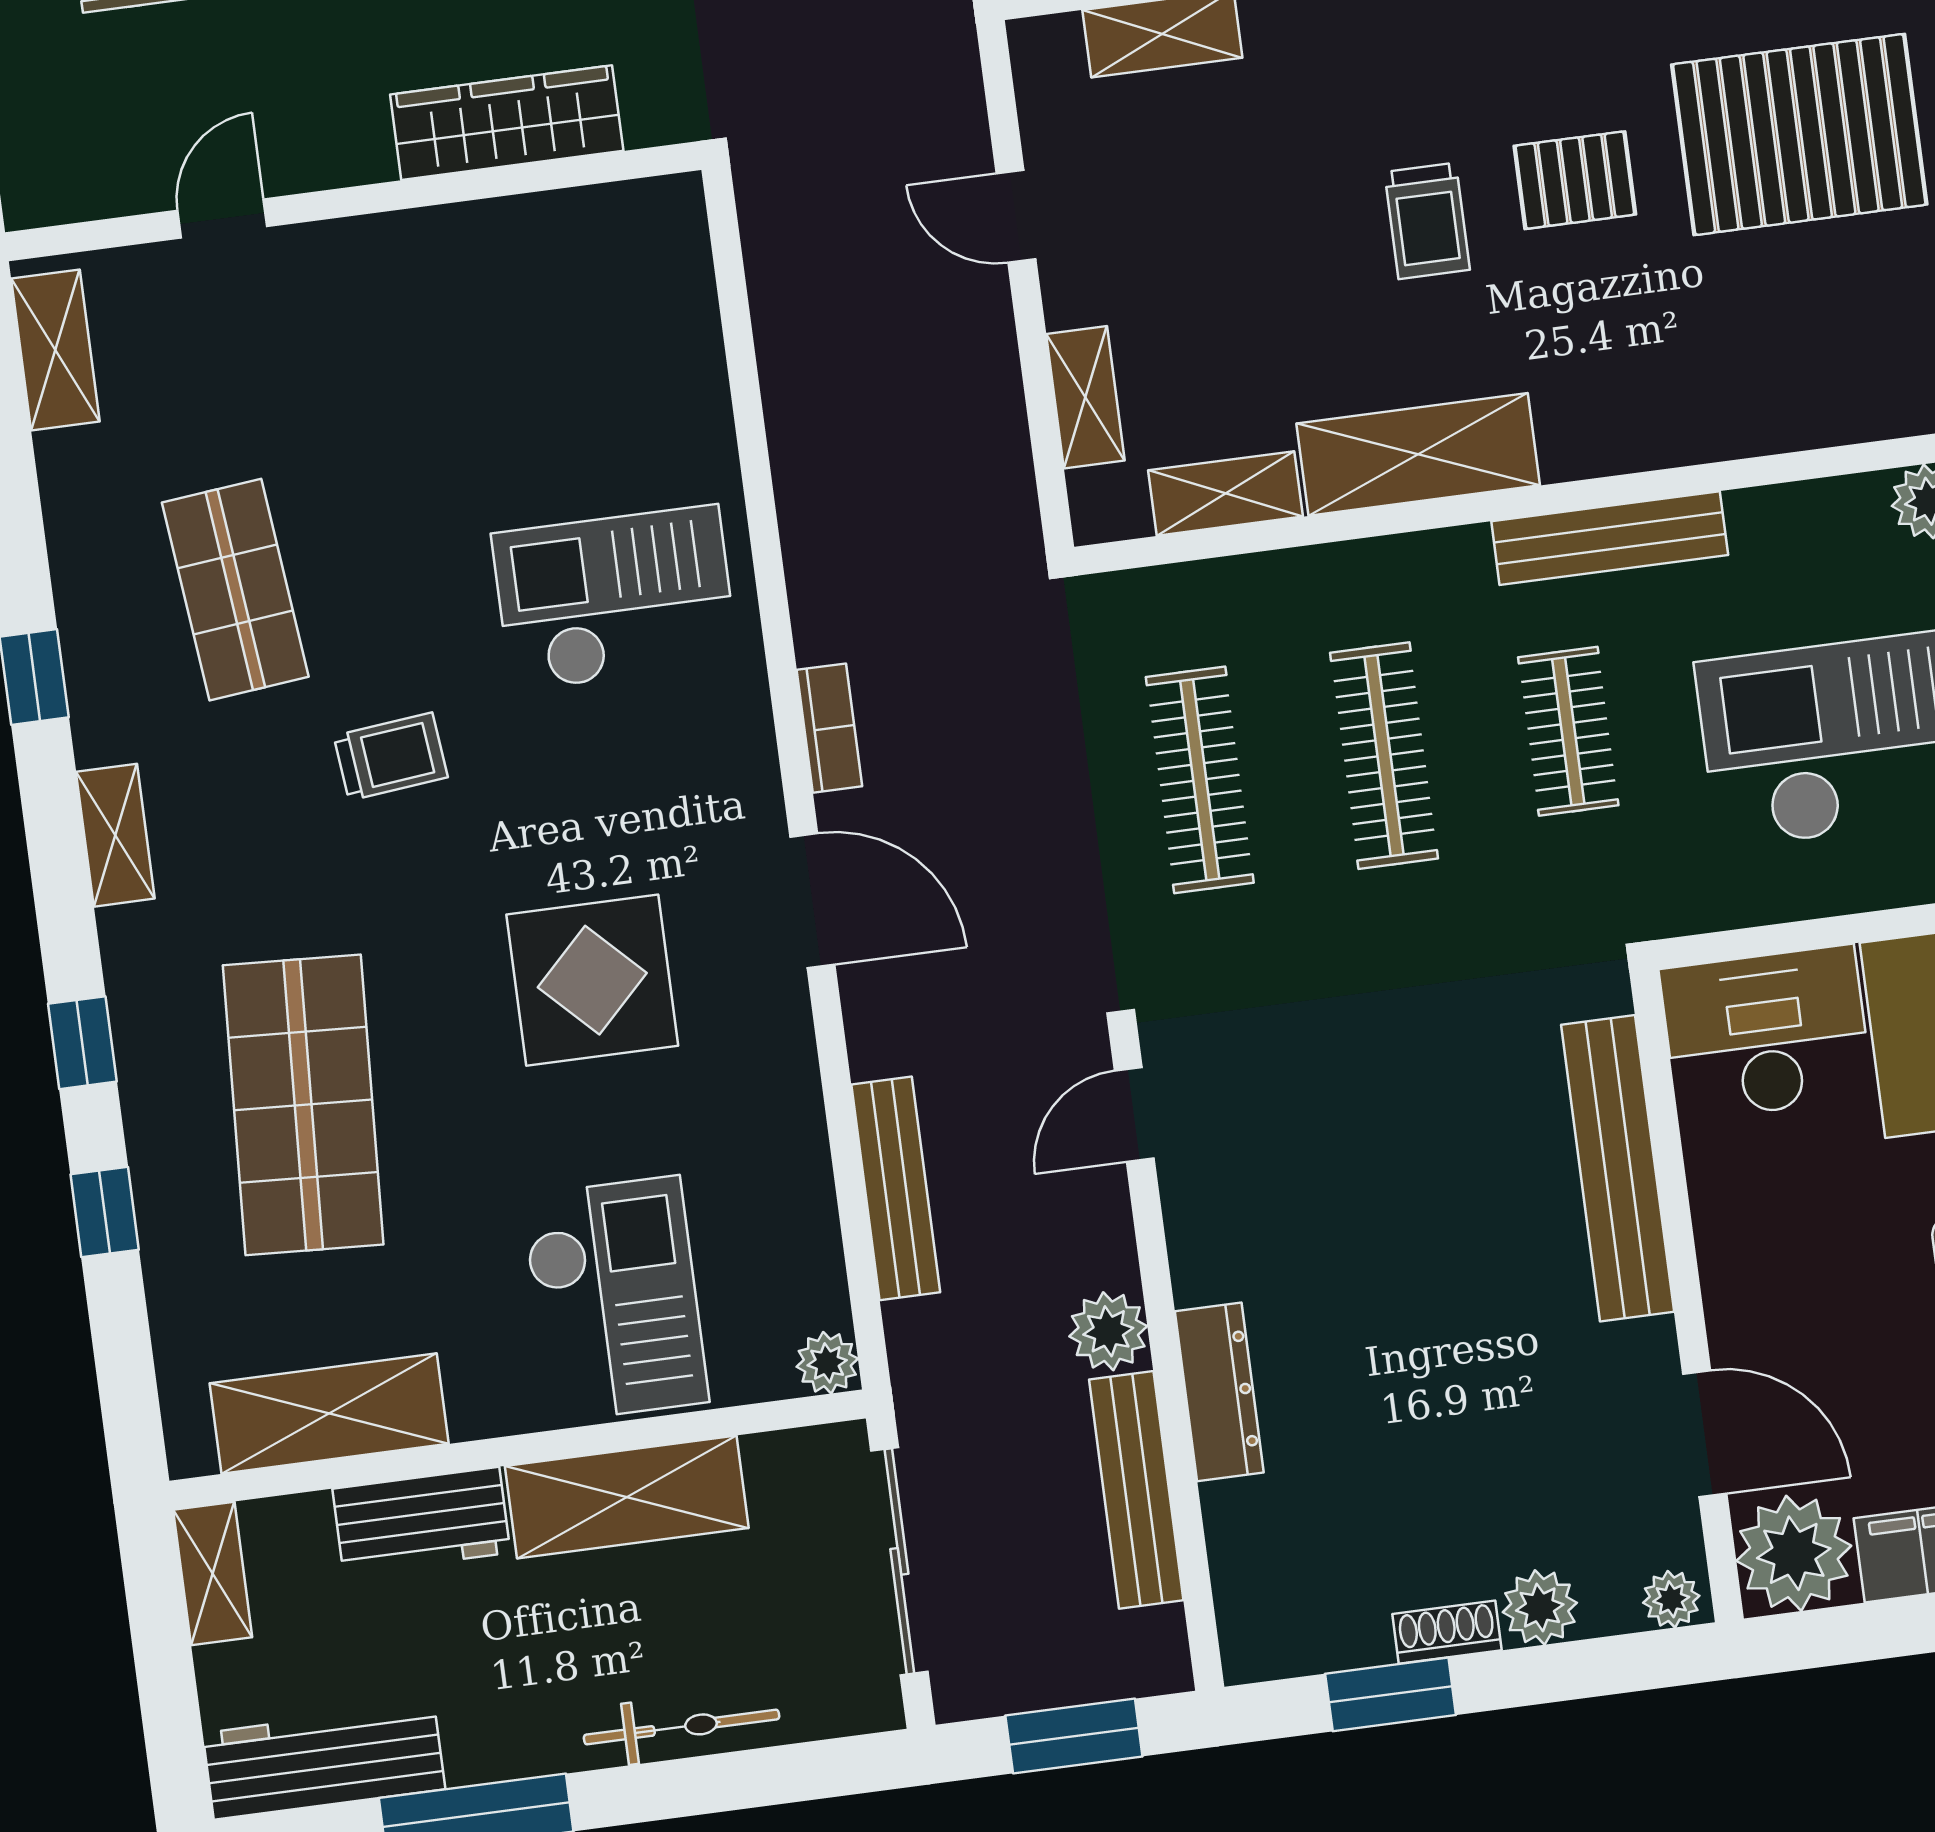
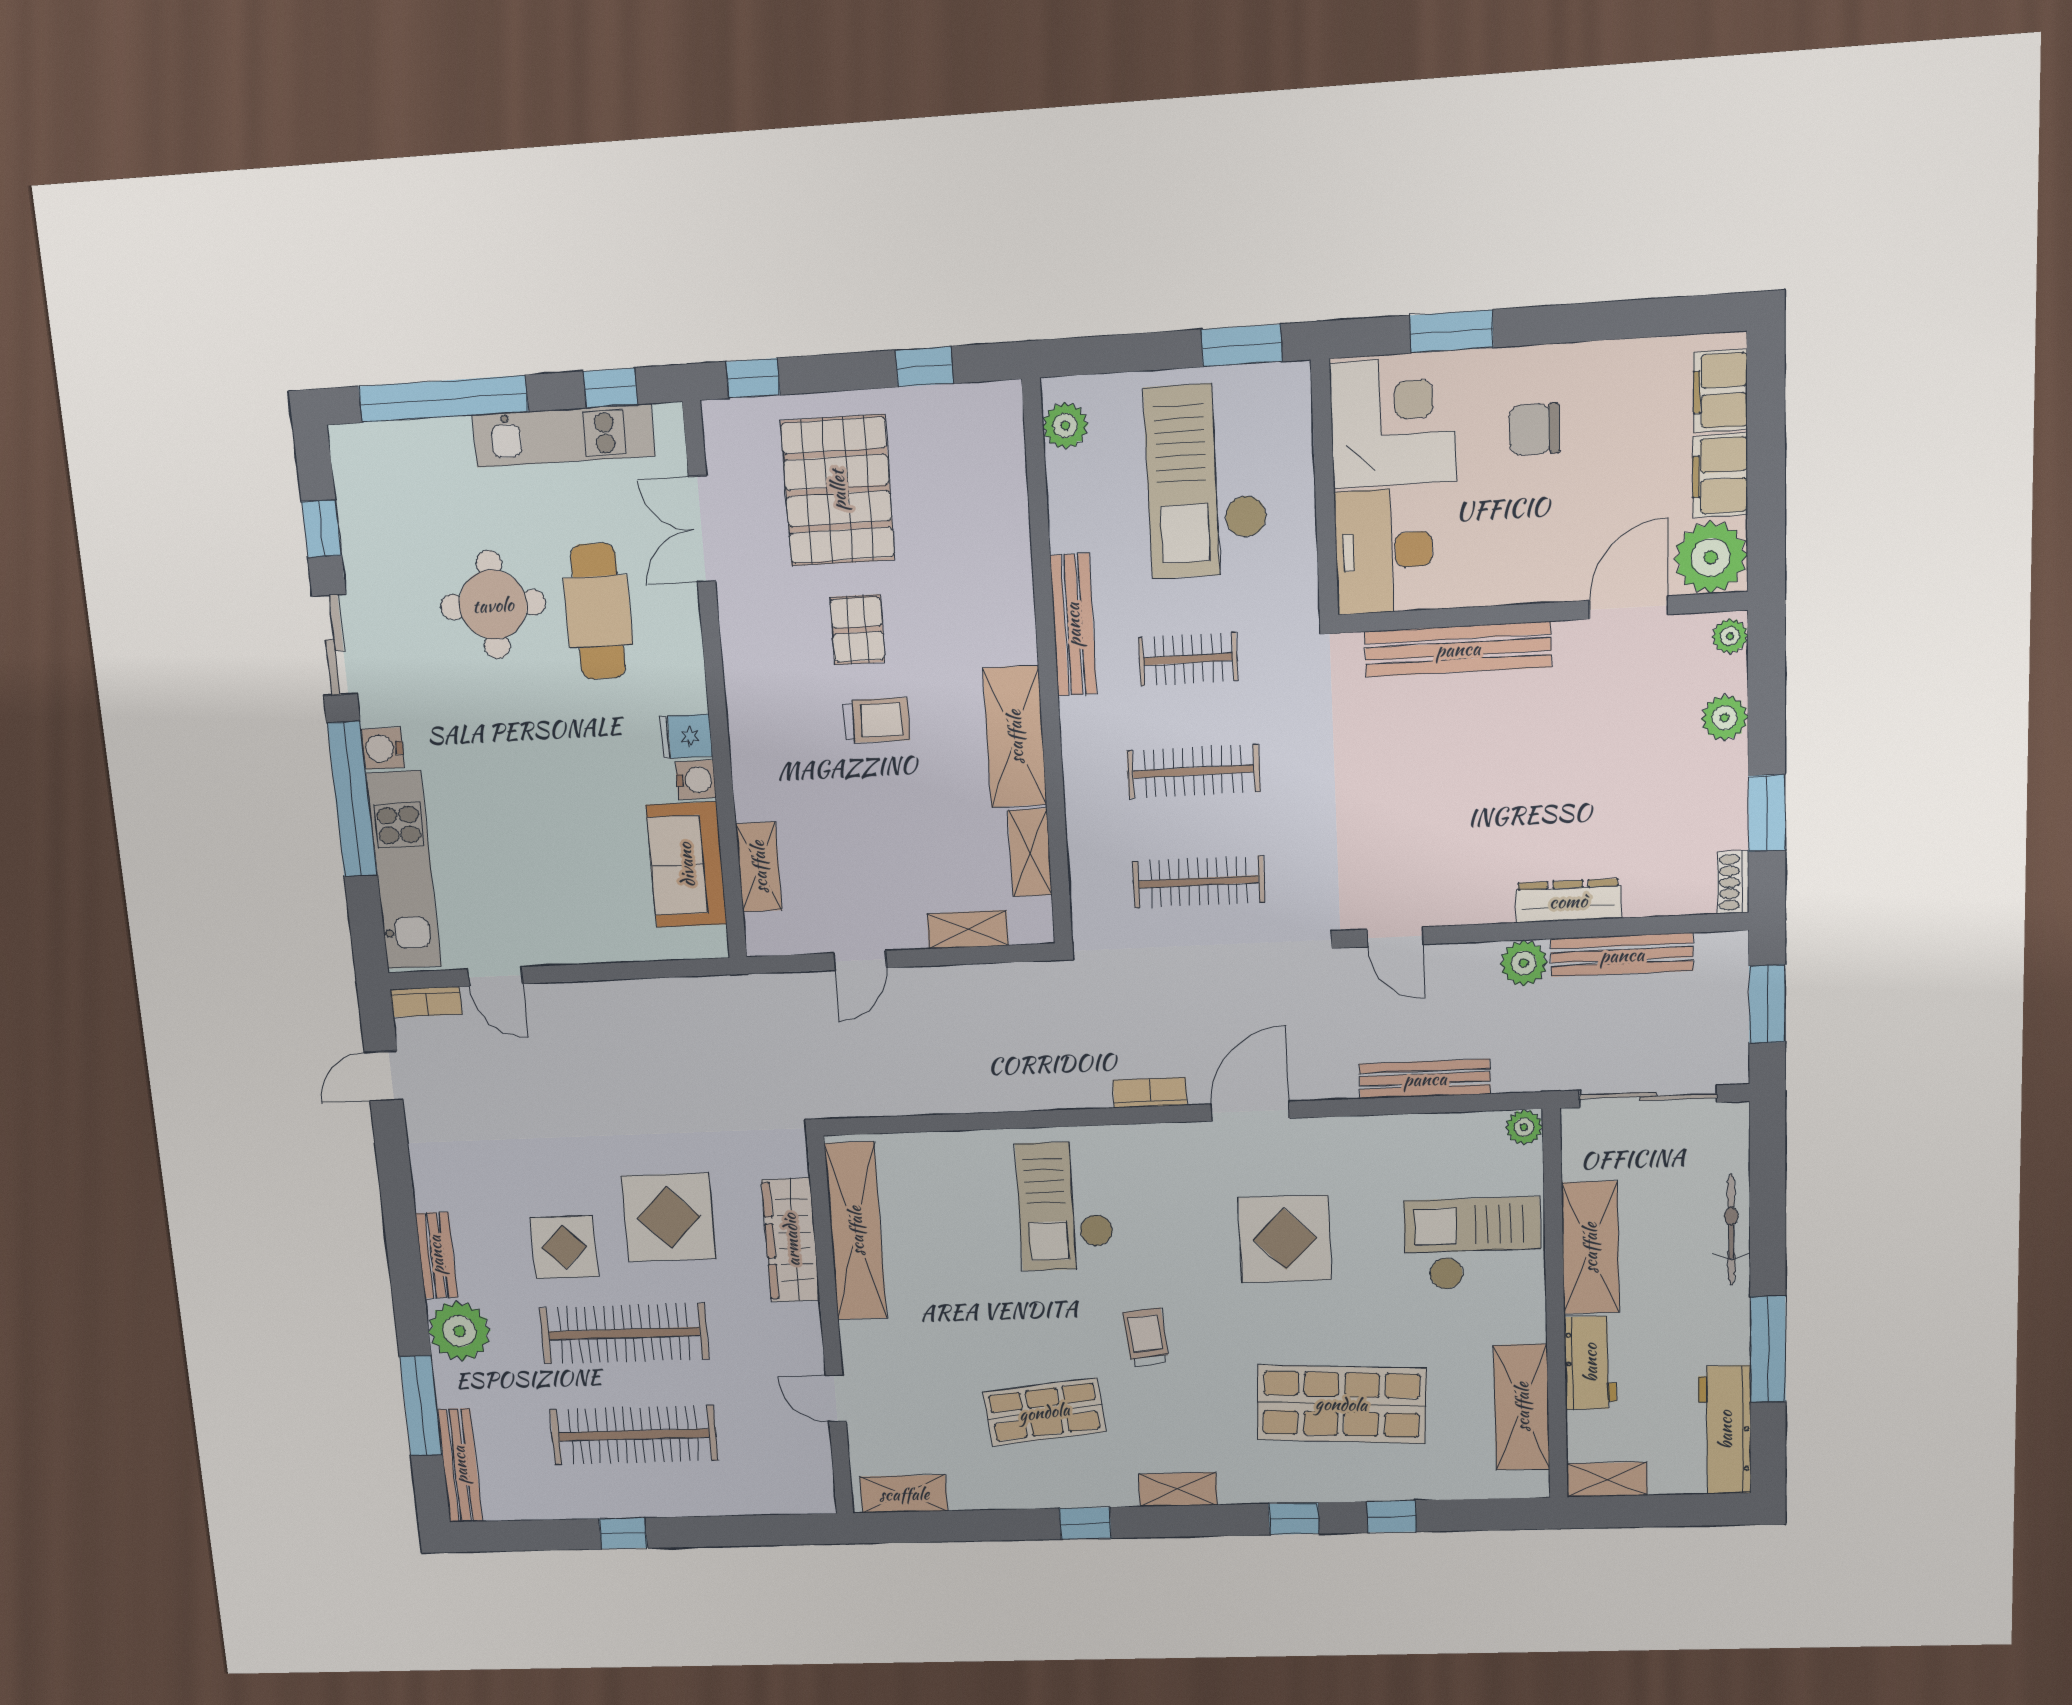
shelving: (535, 236) -> (856, 1231), added
shoe rack: (1447, 1632) -> (1733, 882), moved

